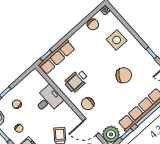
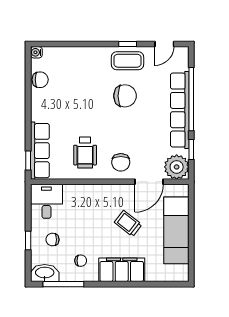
side table: (117, 40) -> (80, 69), removed
coffee table: (143, 60) -> (127, 61), added
chair: (124, 75) -> (125, 96), turned 56
desk: (48, 100) -> (46, 201), moved

